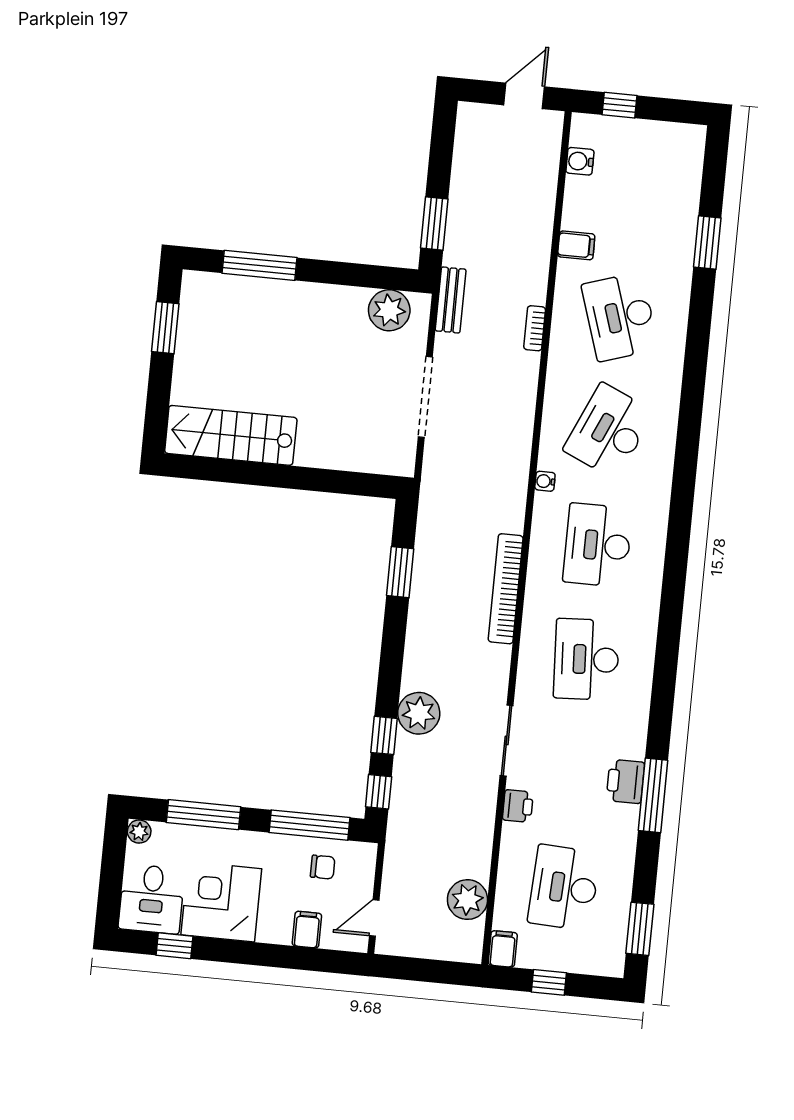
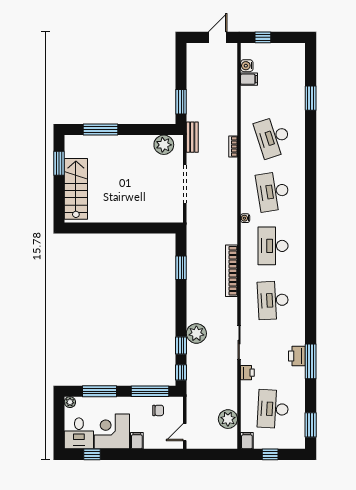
filing cabinet: (576, 245) -> (249, 79), moved
desk: (609, 431) -> (273, 192), turned -33
stairs: (231, 435) -> (76, 189), moved, turned 90
filing cabinet: (307, 930) -> (137, 441), moved

